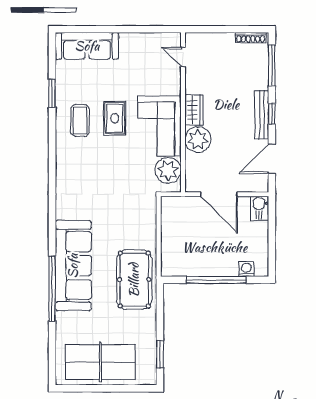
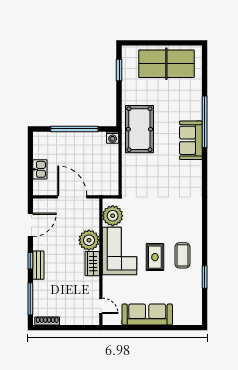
sofa: (87, 46) -> (147, 314), moved
bench: (262, 115) -> (38, 265), width x0.73
kitchen sink: (260, 208) -> (40, 169), moved
sofa: (73, 266) -> (191, 140), width x0.54, depth x0.79
washing machine: (246, 269) -> (113, 138), moved

